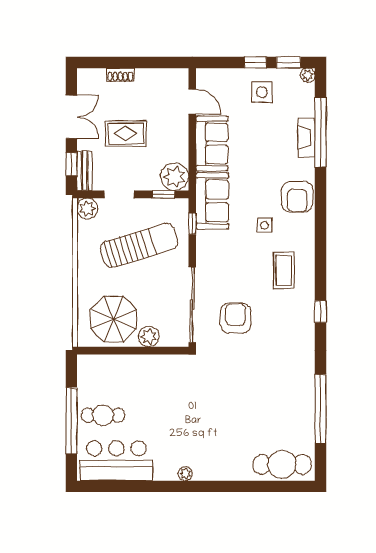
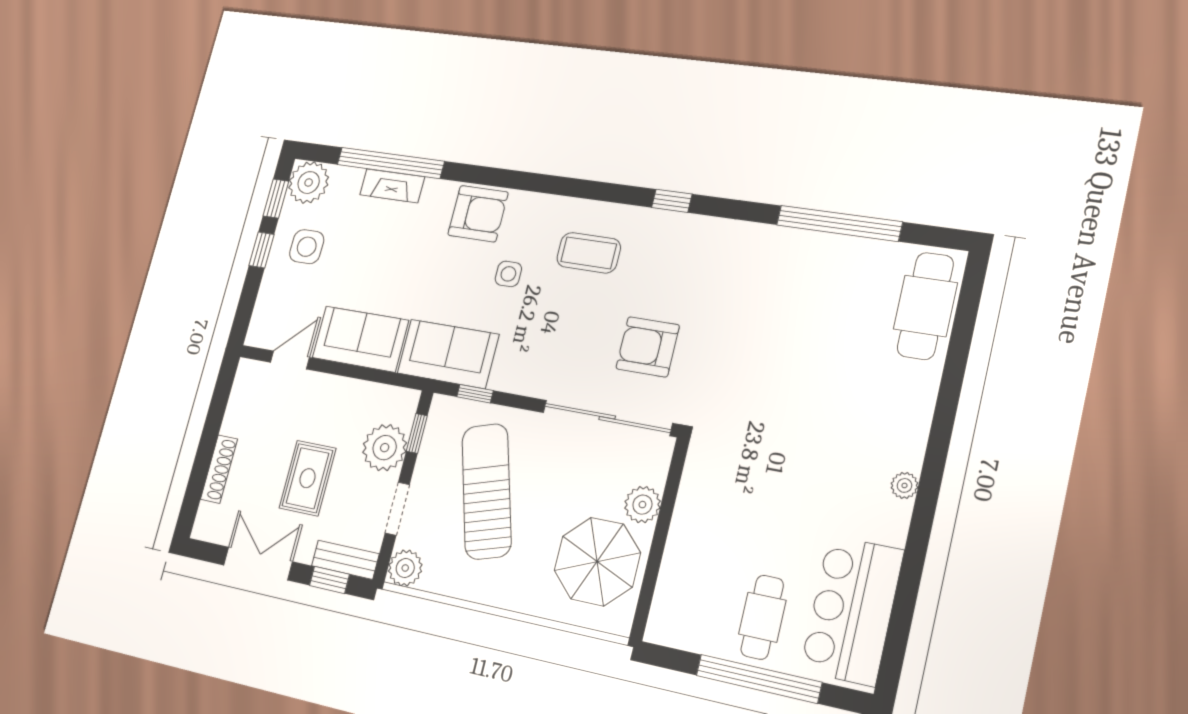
shoe rack: (120, 75) -> (219, 469), width x1.43
plant: (308, 75) -> (309, 182), width x1.88, depth x1.88
plant: (175, 177) -> (385, 448), moved

